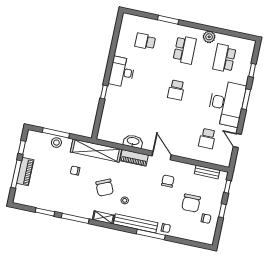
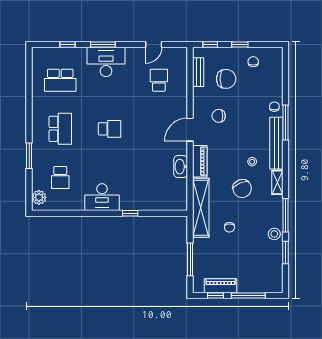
plant: (209, 37) -> (39, 197), moved
school desk: (185, 50) -> (60, 129), turned 90
desk: (226, 104) -> (106, 62), width x0.73, depth x0.77
school desk: (207, 139) -> (159, 80), turned -90
stool: (56, 143) -> (274, 234), moved
piano: (25, 172) -> (221, 286), moved
chair: (105, 188) -> (242, 189), turned 91
chair: (191, 203) -> (226, 79), moved

